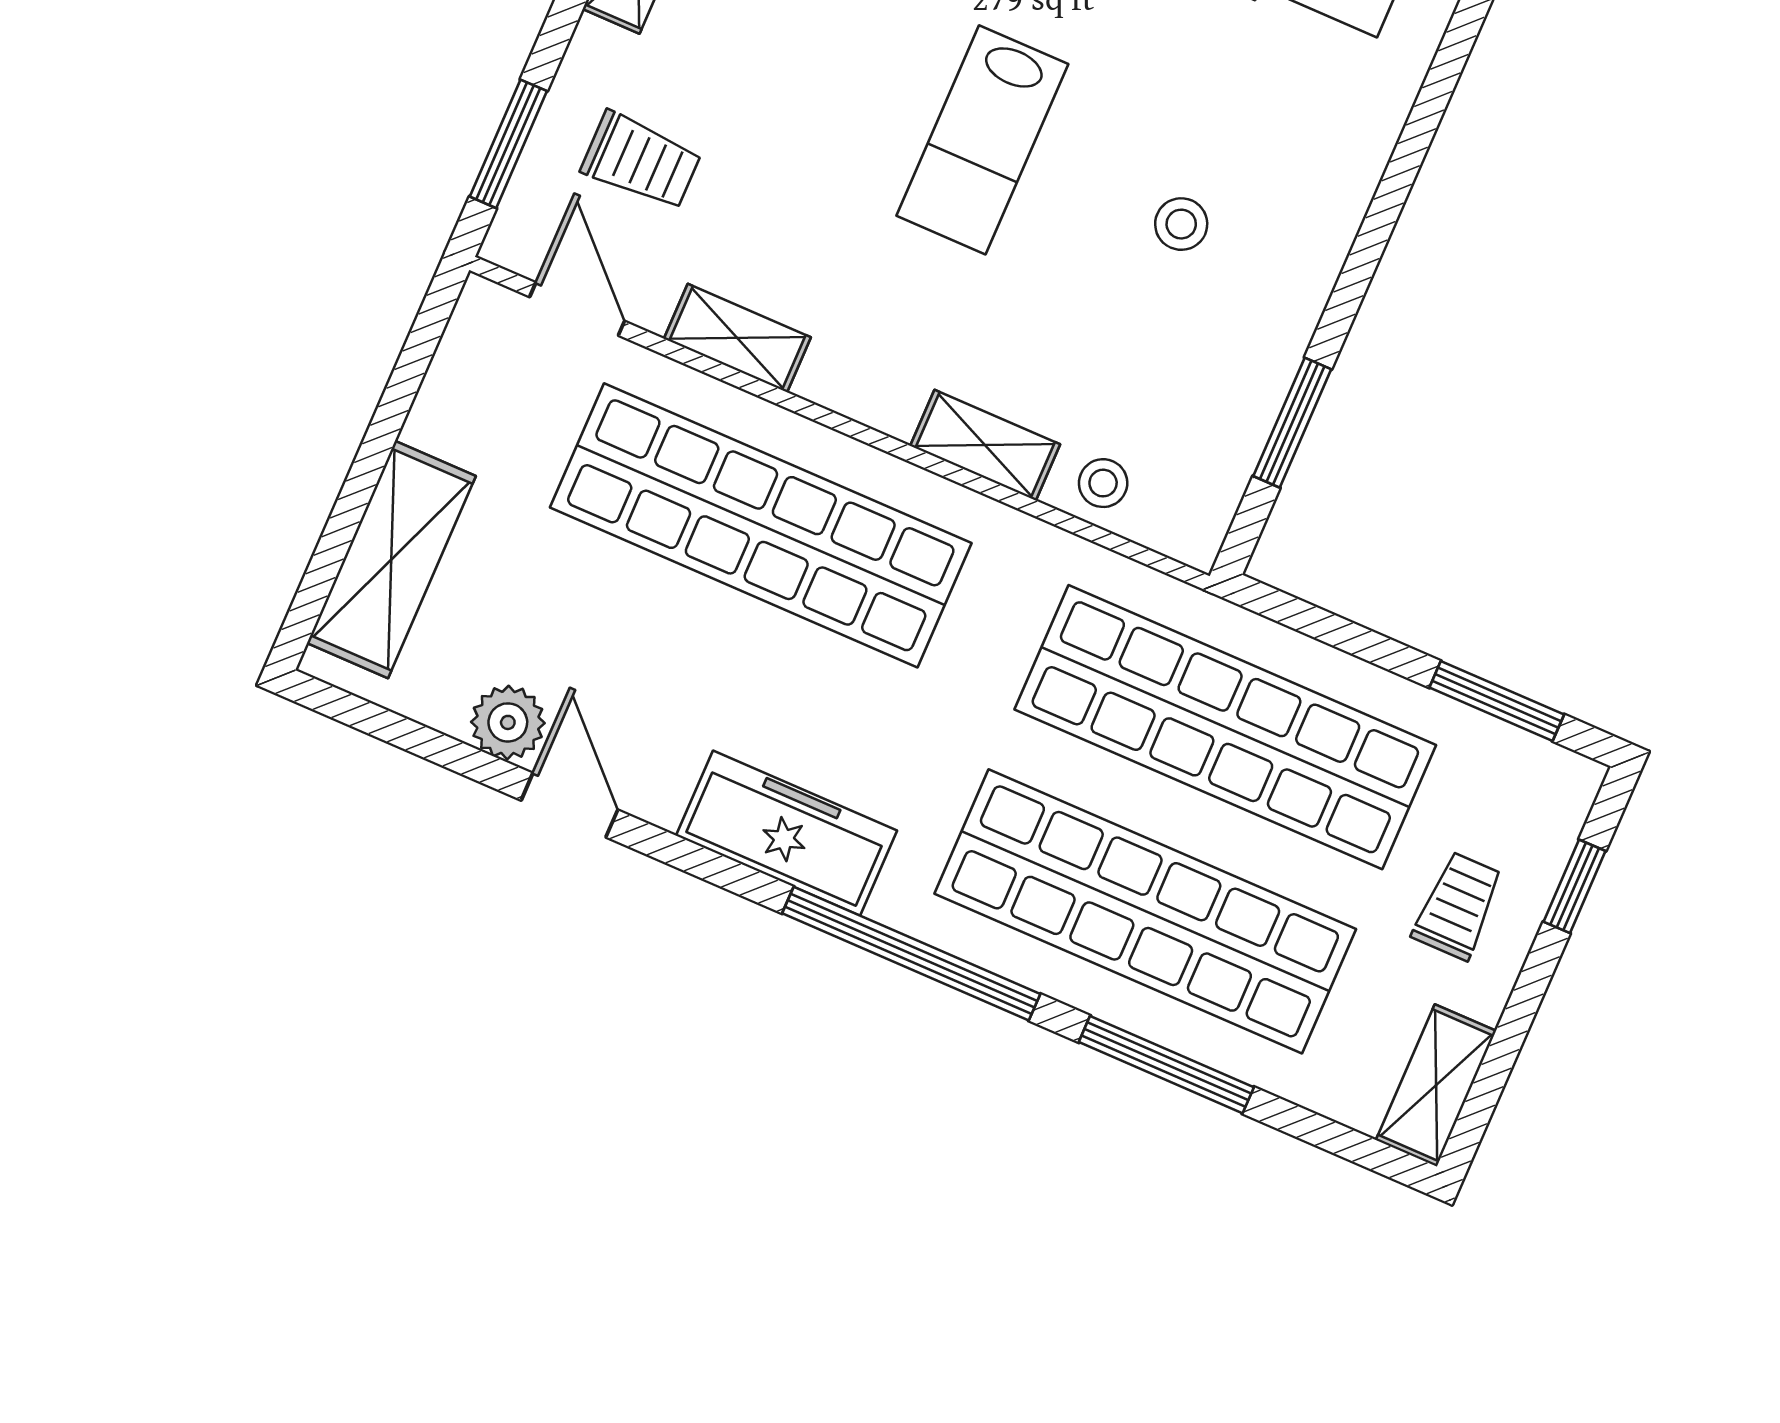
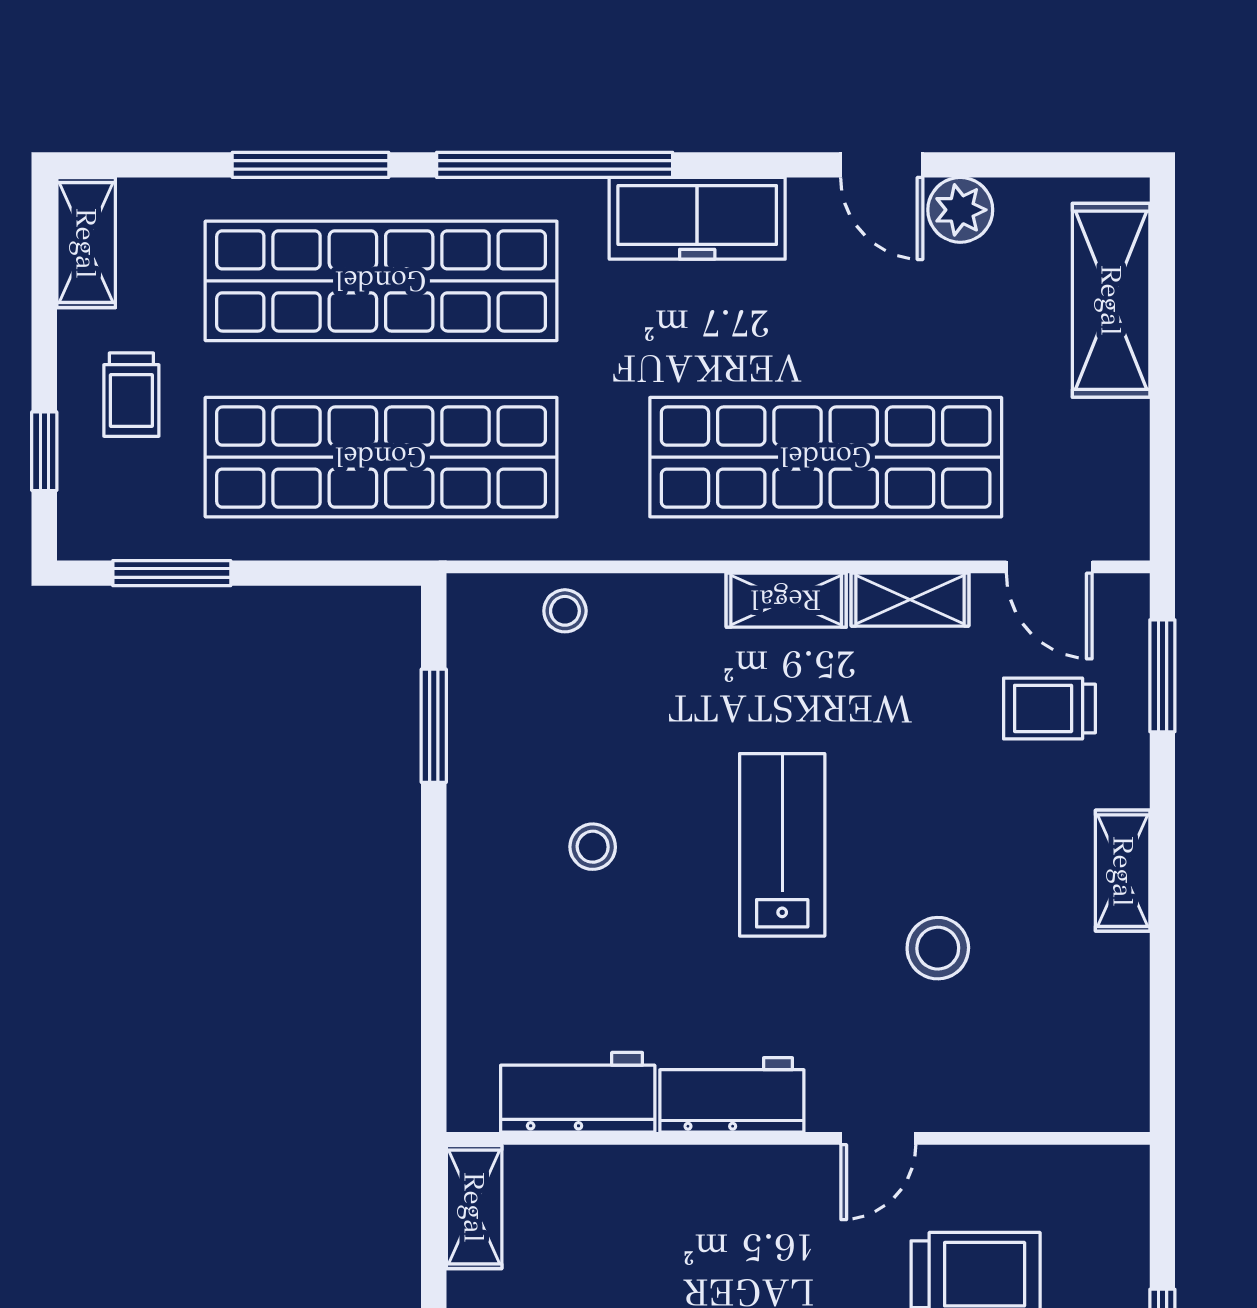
shelving: (985, 445) -> (786, 600), moved

